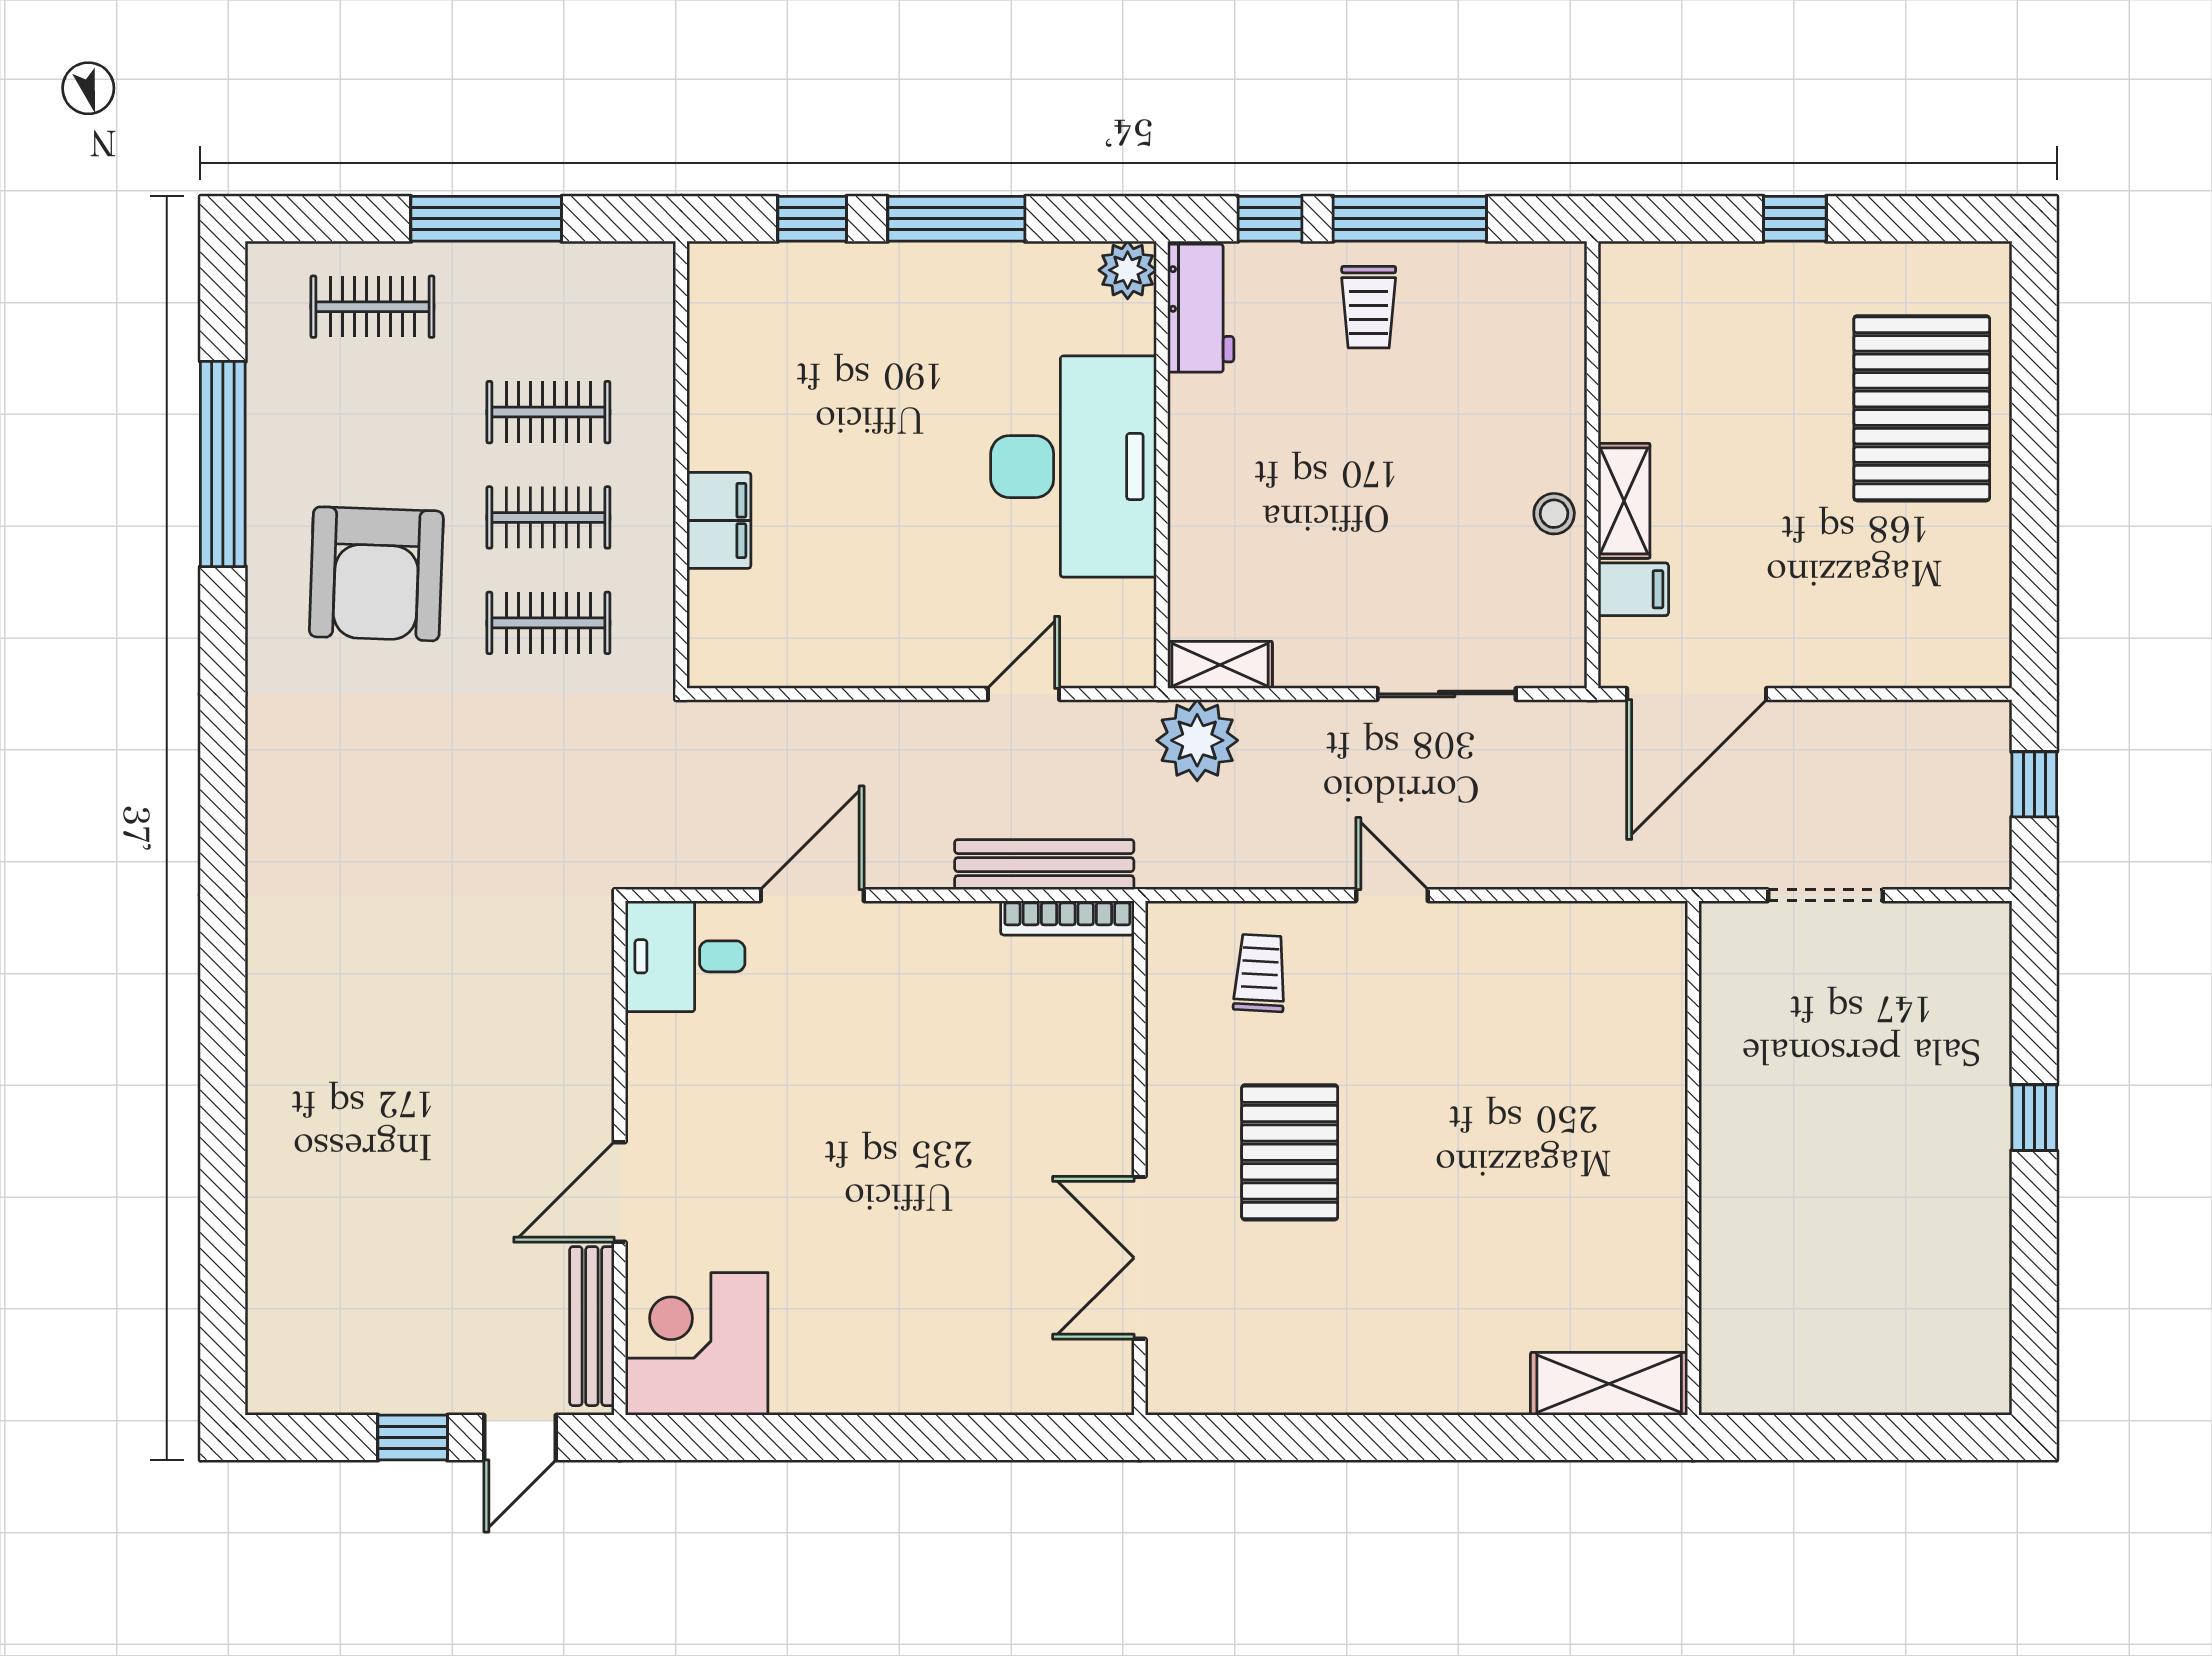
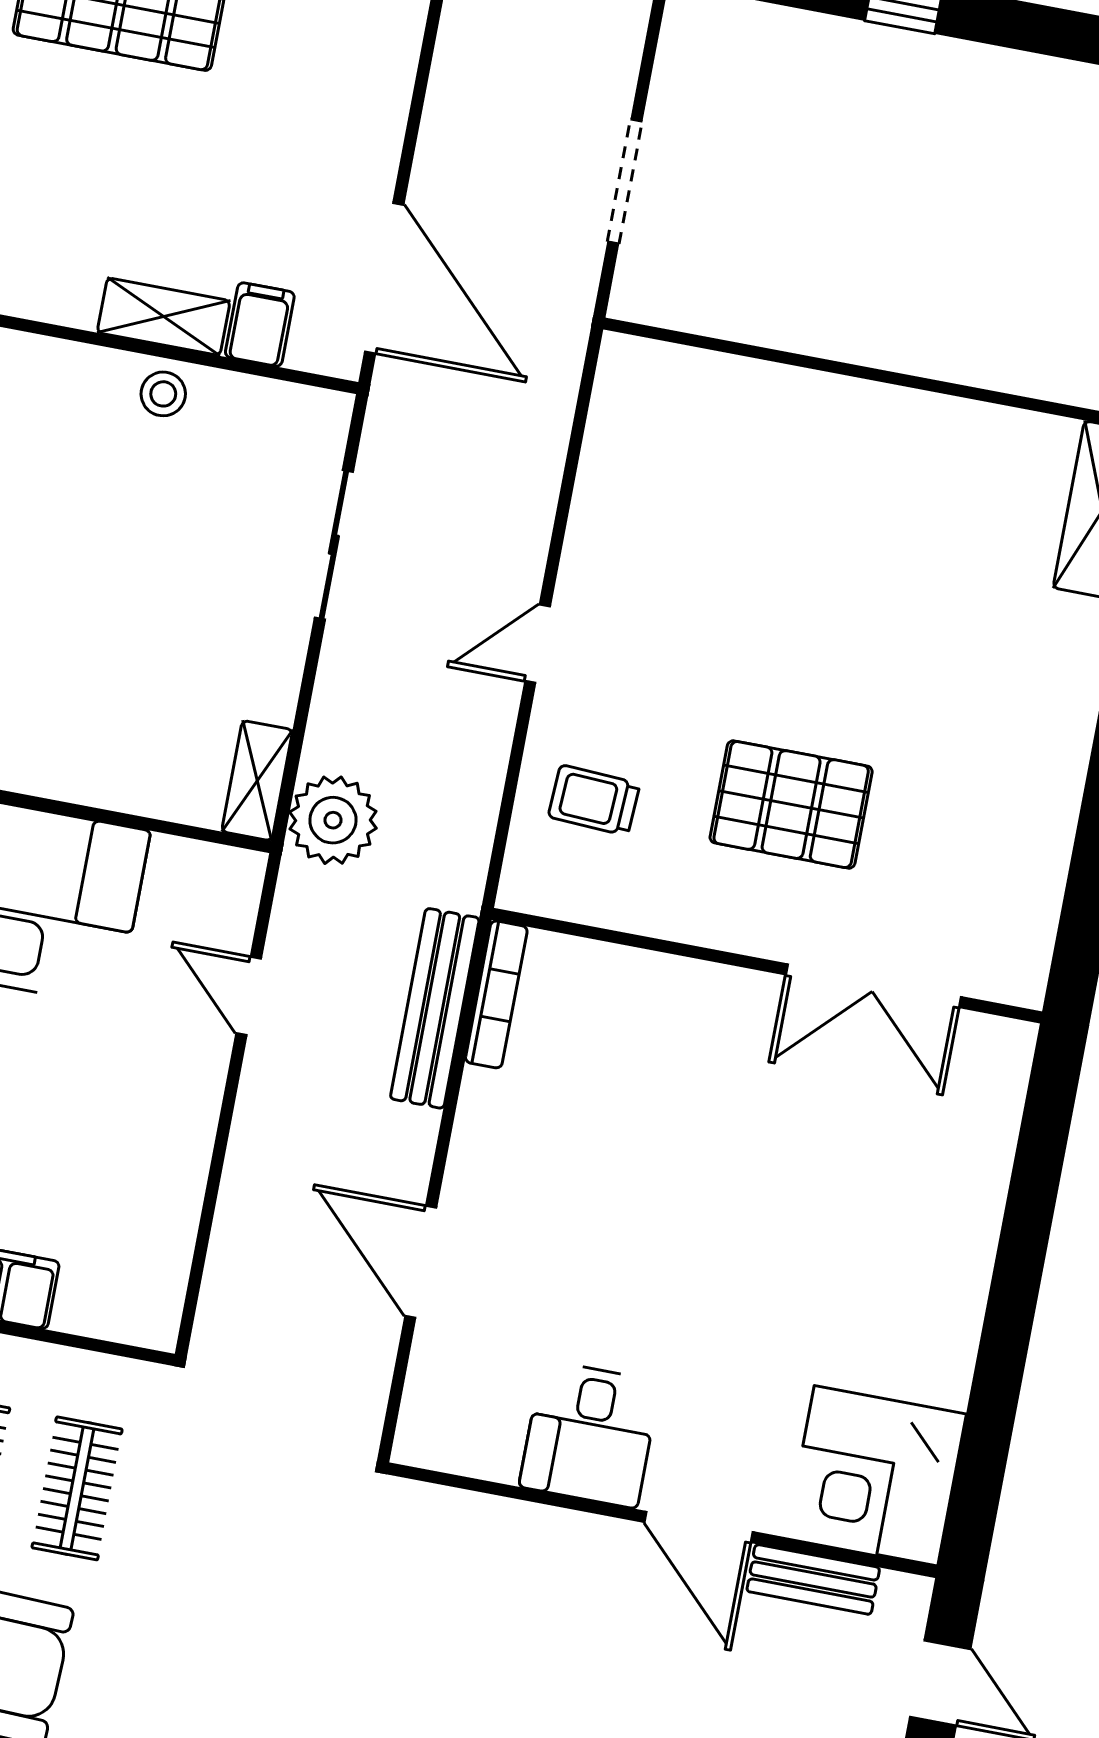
desk: (685, 956) -> (590, 1434), moved
bench: (592, 1326) -> (813, 1579), width x0.73

